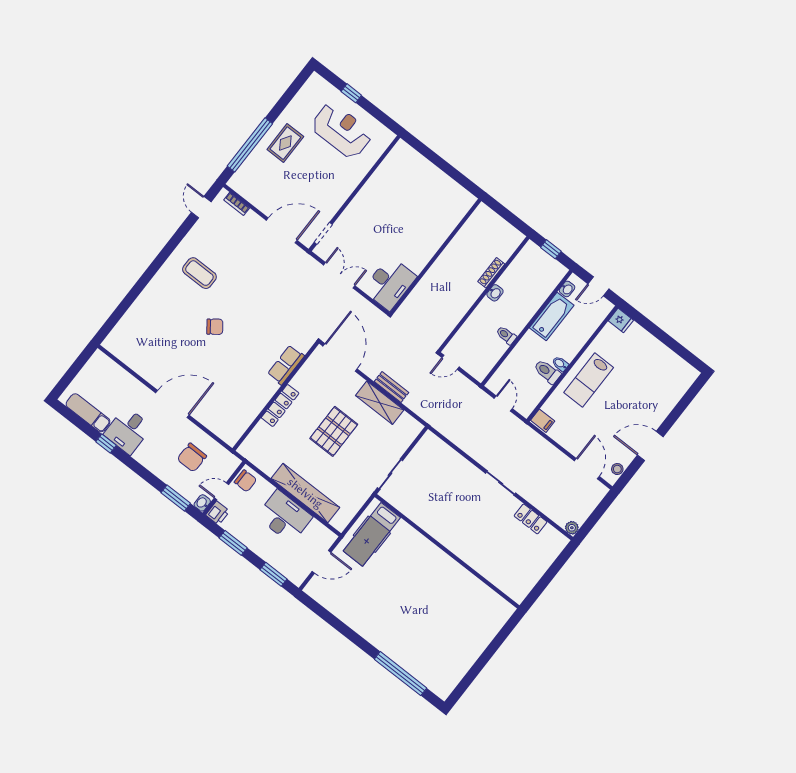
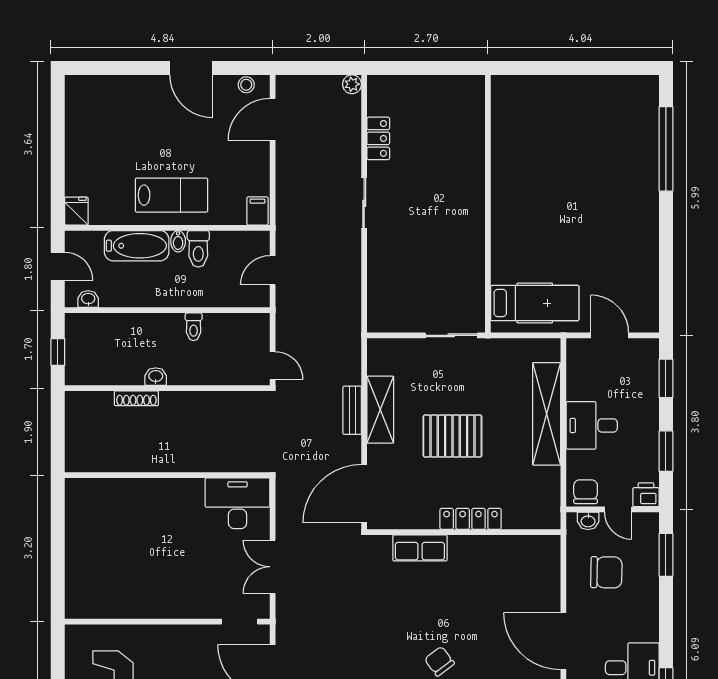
bathtub: (552, 317) -> (137, 246), moved, turned 180
washbasin: (202, 503) -> (588, 521), moved
desk: (284, 517) -> (592, 425), width x0.73

